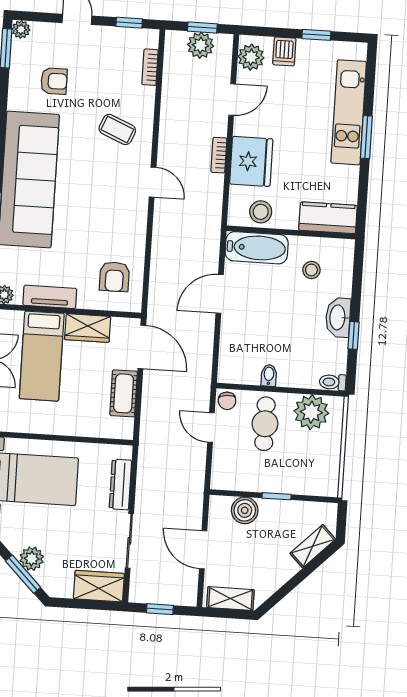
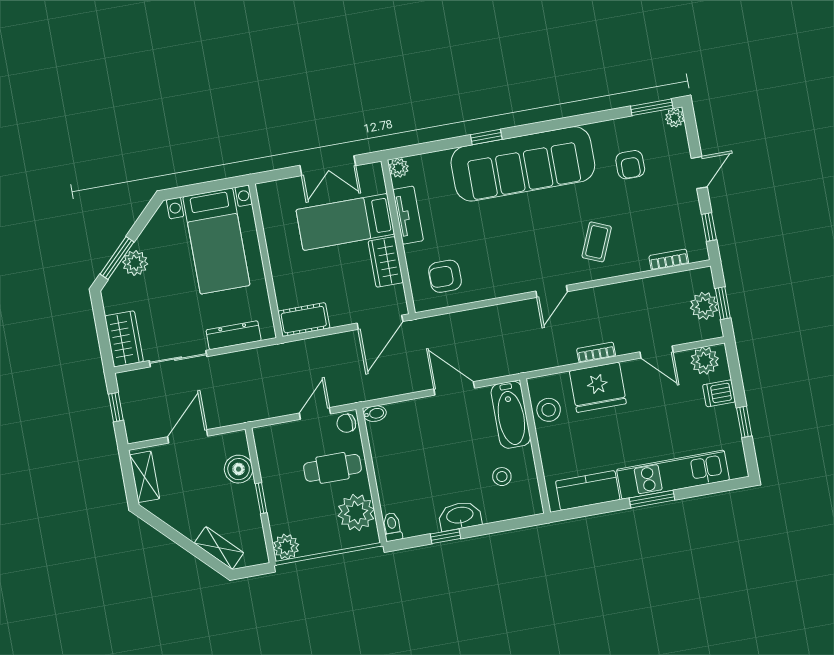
kitchen counter: (328, 218) -> (588, 490), moved, turned -90
bidet: (269, 375) -> (375, 414), moved
cot: (124, 393) -> (304, 320), moved
plant: (327, 484) -> (286, 547), added

